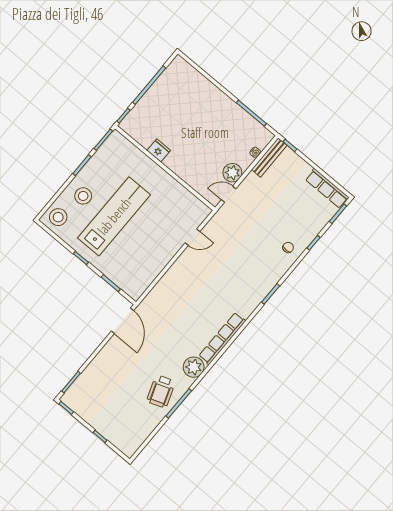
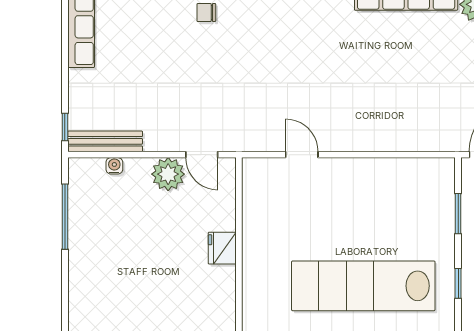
fridge: (159, 150) -> (222, 248), moved

